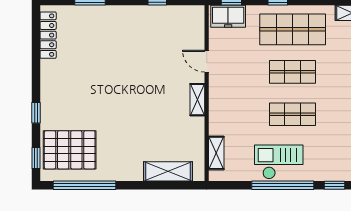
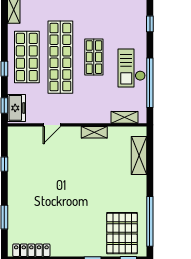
shop shelf: (293, 72) -> (60, 57), width x2.00, depth x1.36
shelving: (197, 100) -> (94, 132), moved
window: (283, 185) -> (150, 83), moved

